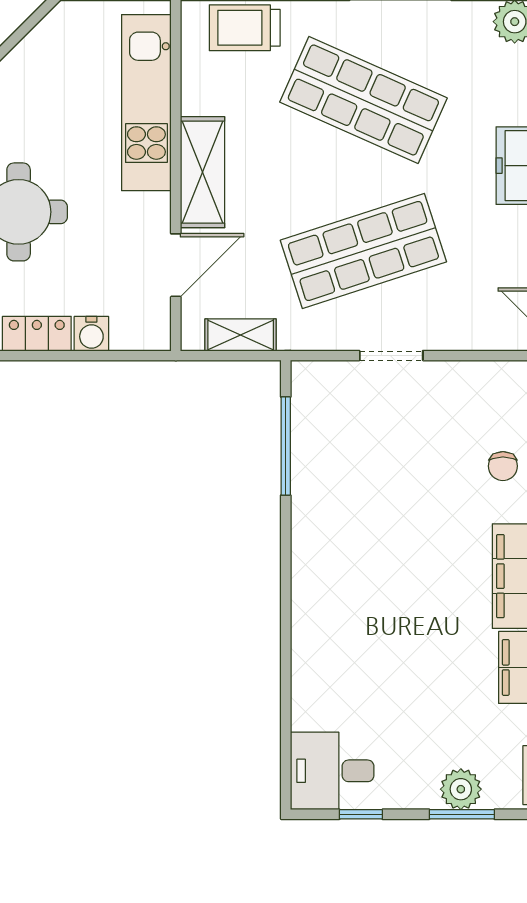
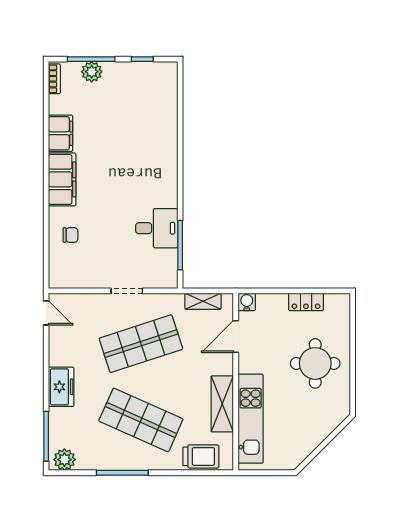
shelving: (203, 172) -> (222, 404), moved
water cooler: (91, 334) -> (247, 302), moved
chair: (503, 466) -> (70, 235), turned 90
desk: (332, 771) -> (157, 228), moved
window: (462, 814) -> (91, 59), width x1.44

